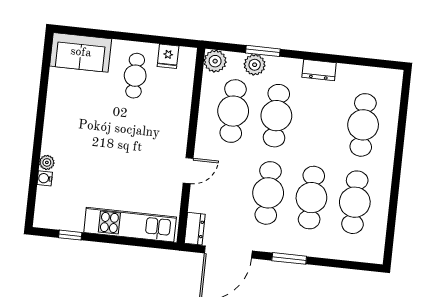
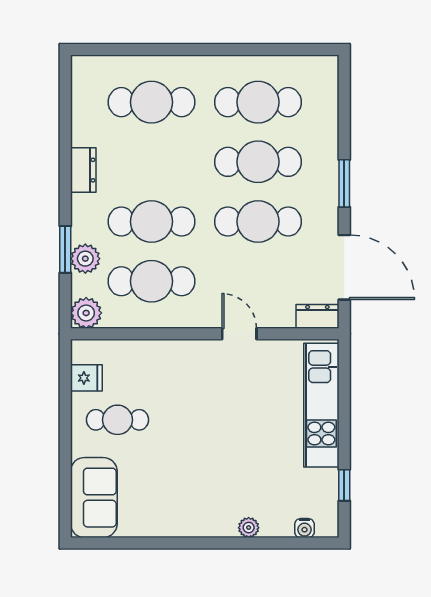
water cooler: (45, 178) -> (304, 528), moved

